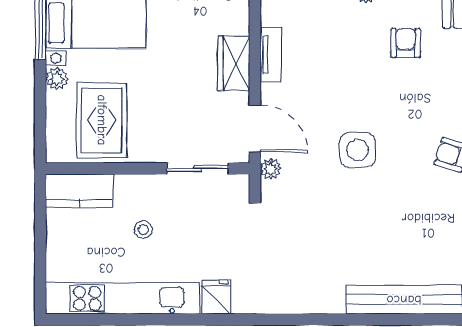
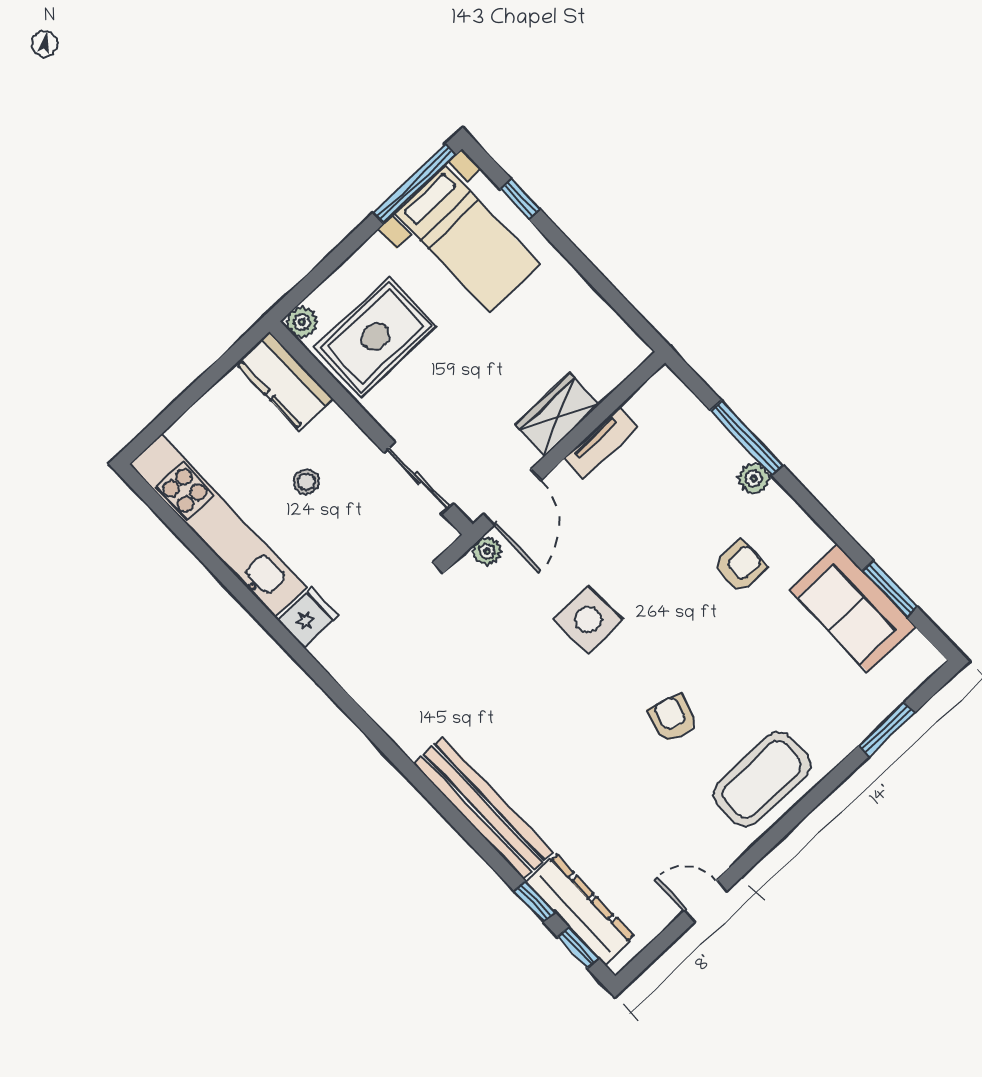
plant: (57, 79) -> (302, 322), moved

